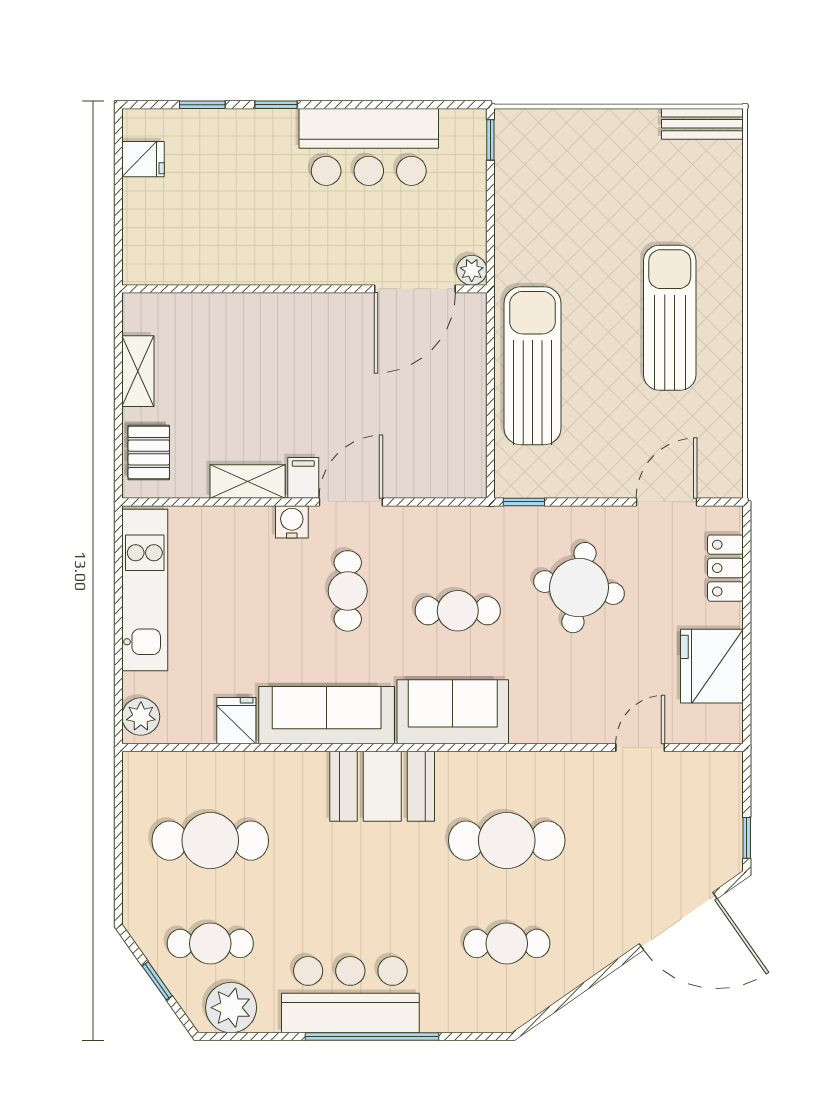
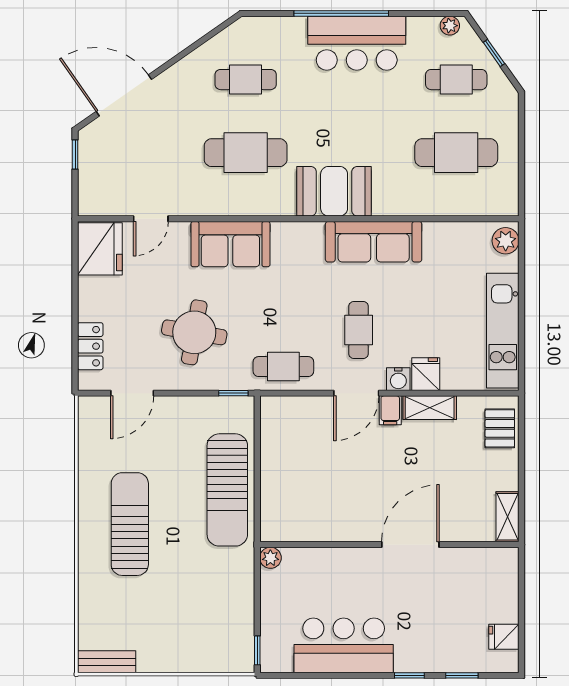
door: (415, 289) -> (410, 545), moved
sun lounger: (670, 318) -> (130, 524), turned 180
shelving: (138, 371) -> (508, 517), moved
cafe table: (458, 611) -> (283, 367), moved
fridge: (712, 666) -> (100, 249), moved
sofa: (453, 712) -> (230, 244), moved
fridge: (236, 721) -> (426, 374), moved, turned 180
plant: (231, 1008) -> (450, 26), width x0.53, depth x0.53

